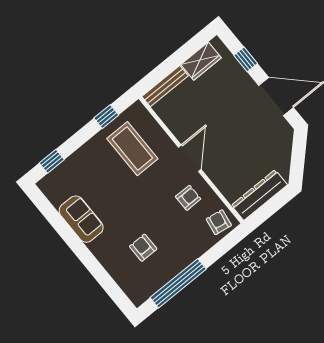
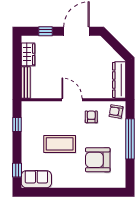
coffee table: (132, 149) -> (60, 144), moved
sofa: (81, 219) -> (36, 179), moved
armchair: (143, 248) -> (98, 160), width x1.88, depth x1.88
window: (178, 283) -> (130, 139), moved

